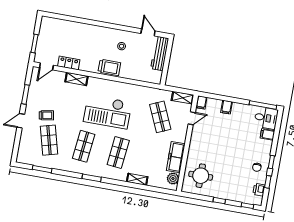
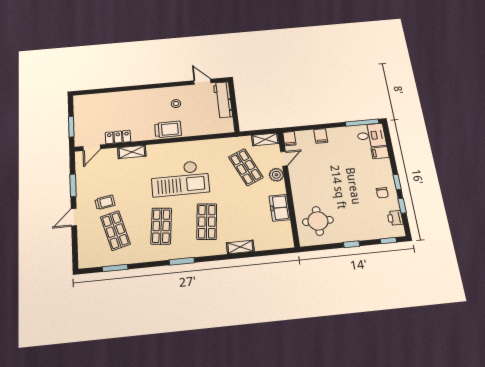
freezer: (176, 157) -> (280, 208), width x0.71
plant: (173, 179) -> (276, 175), moved

